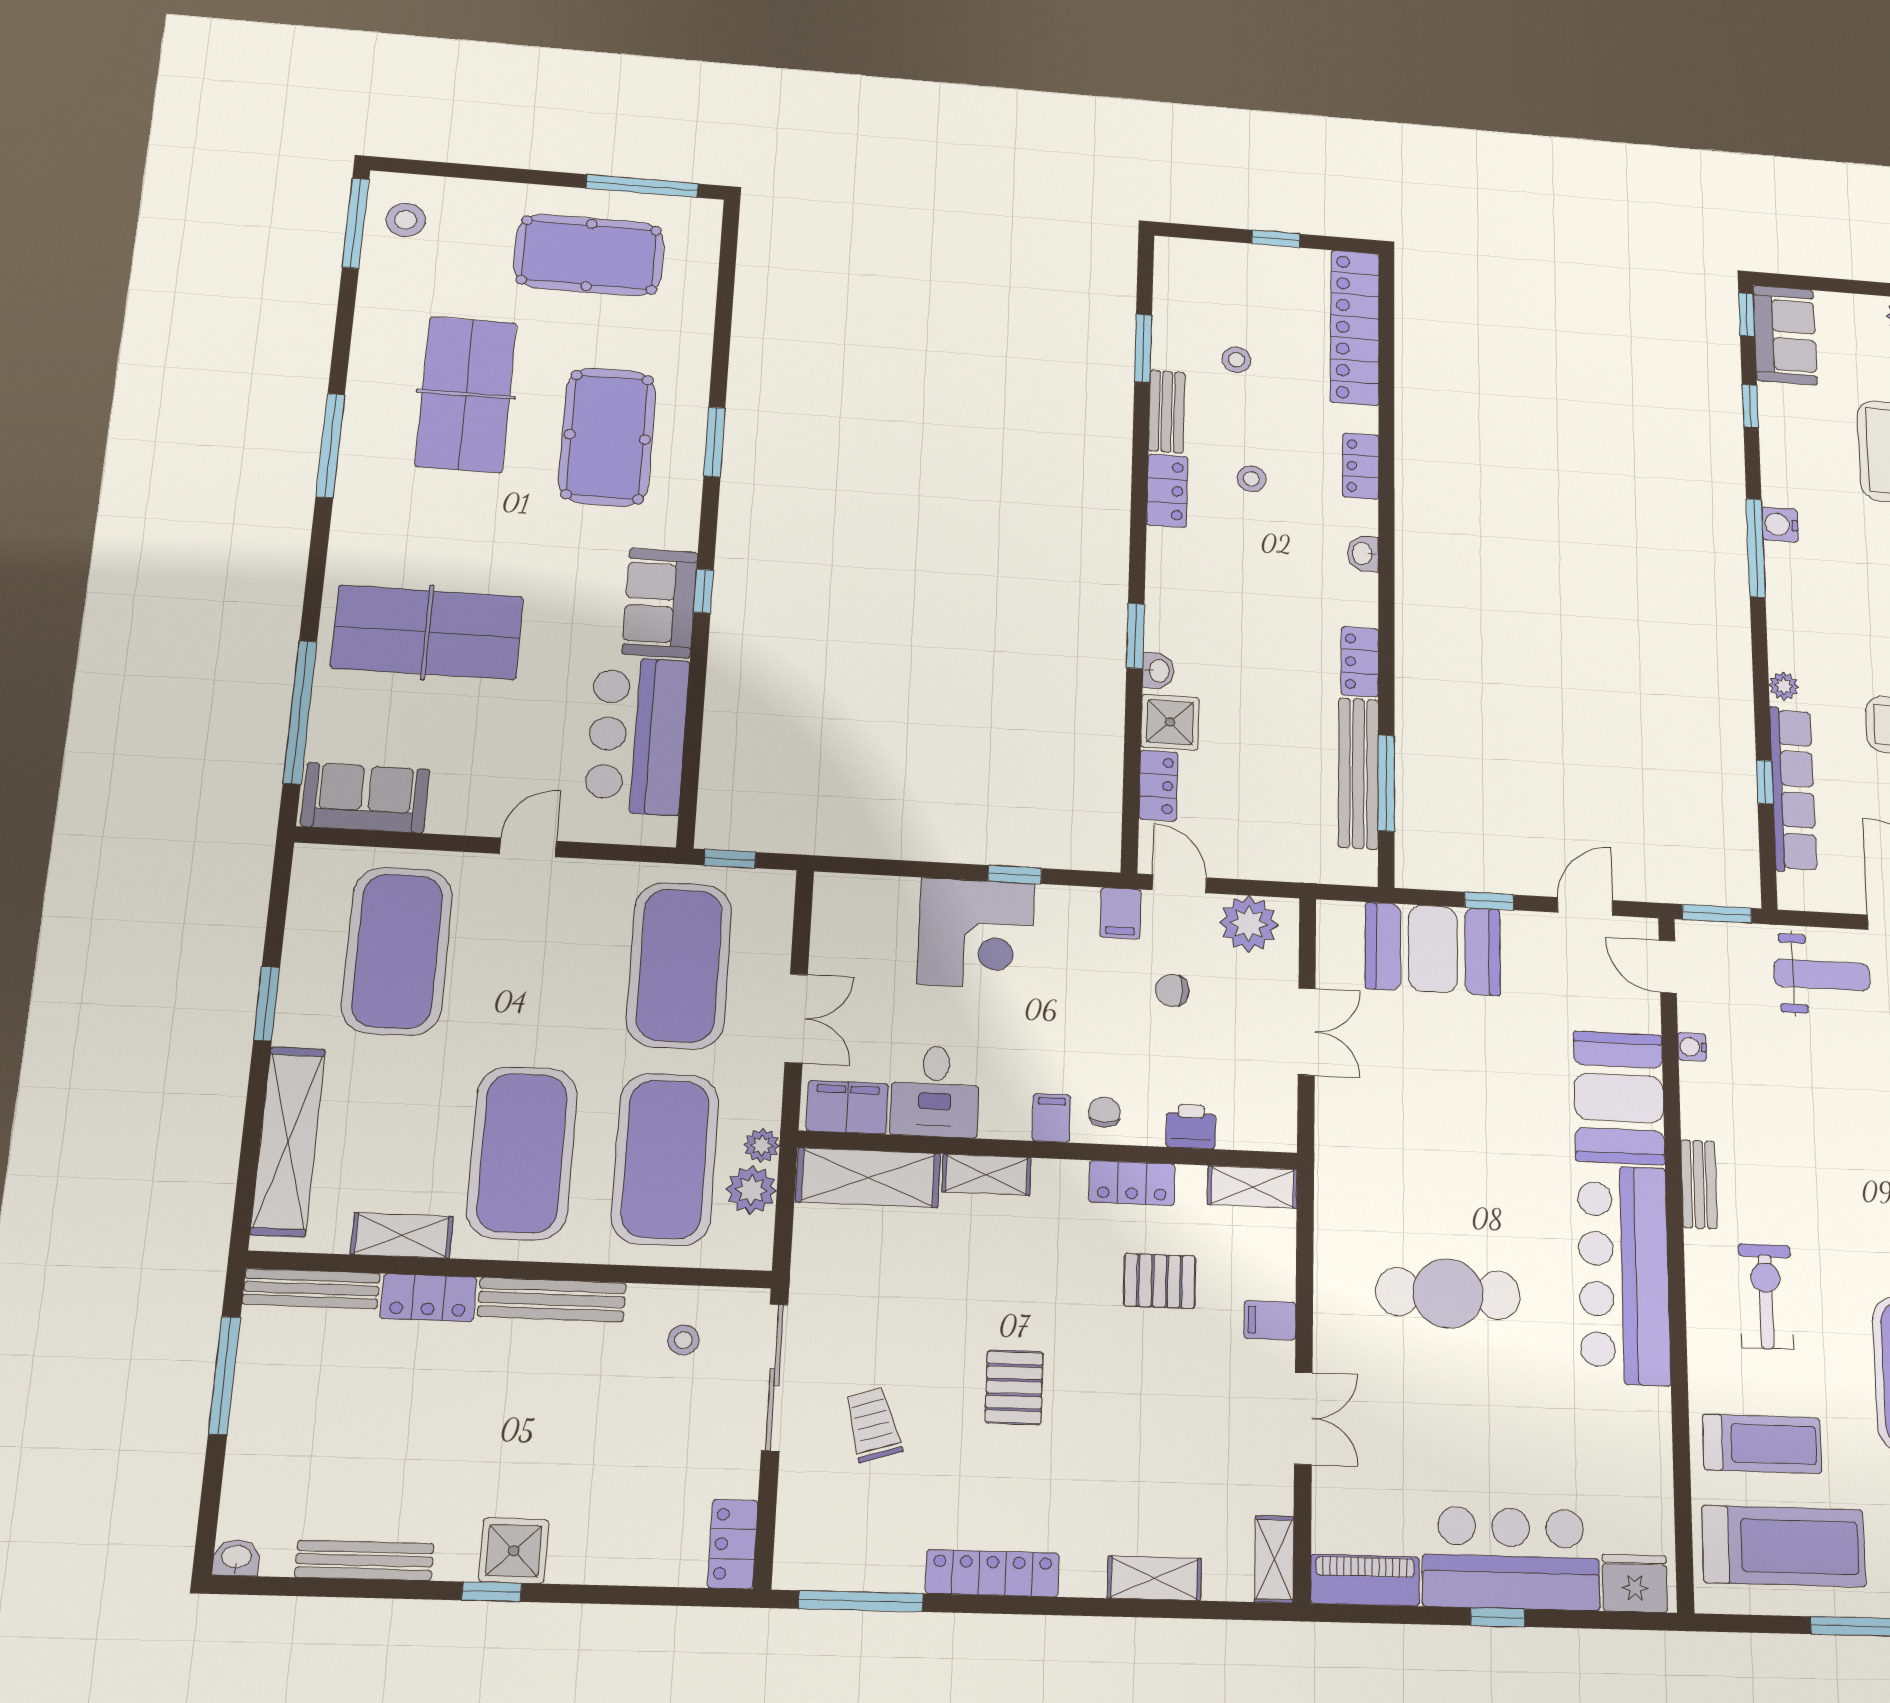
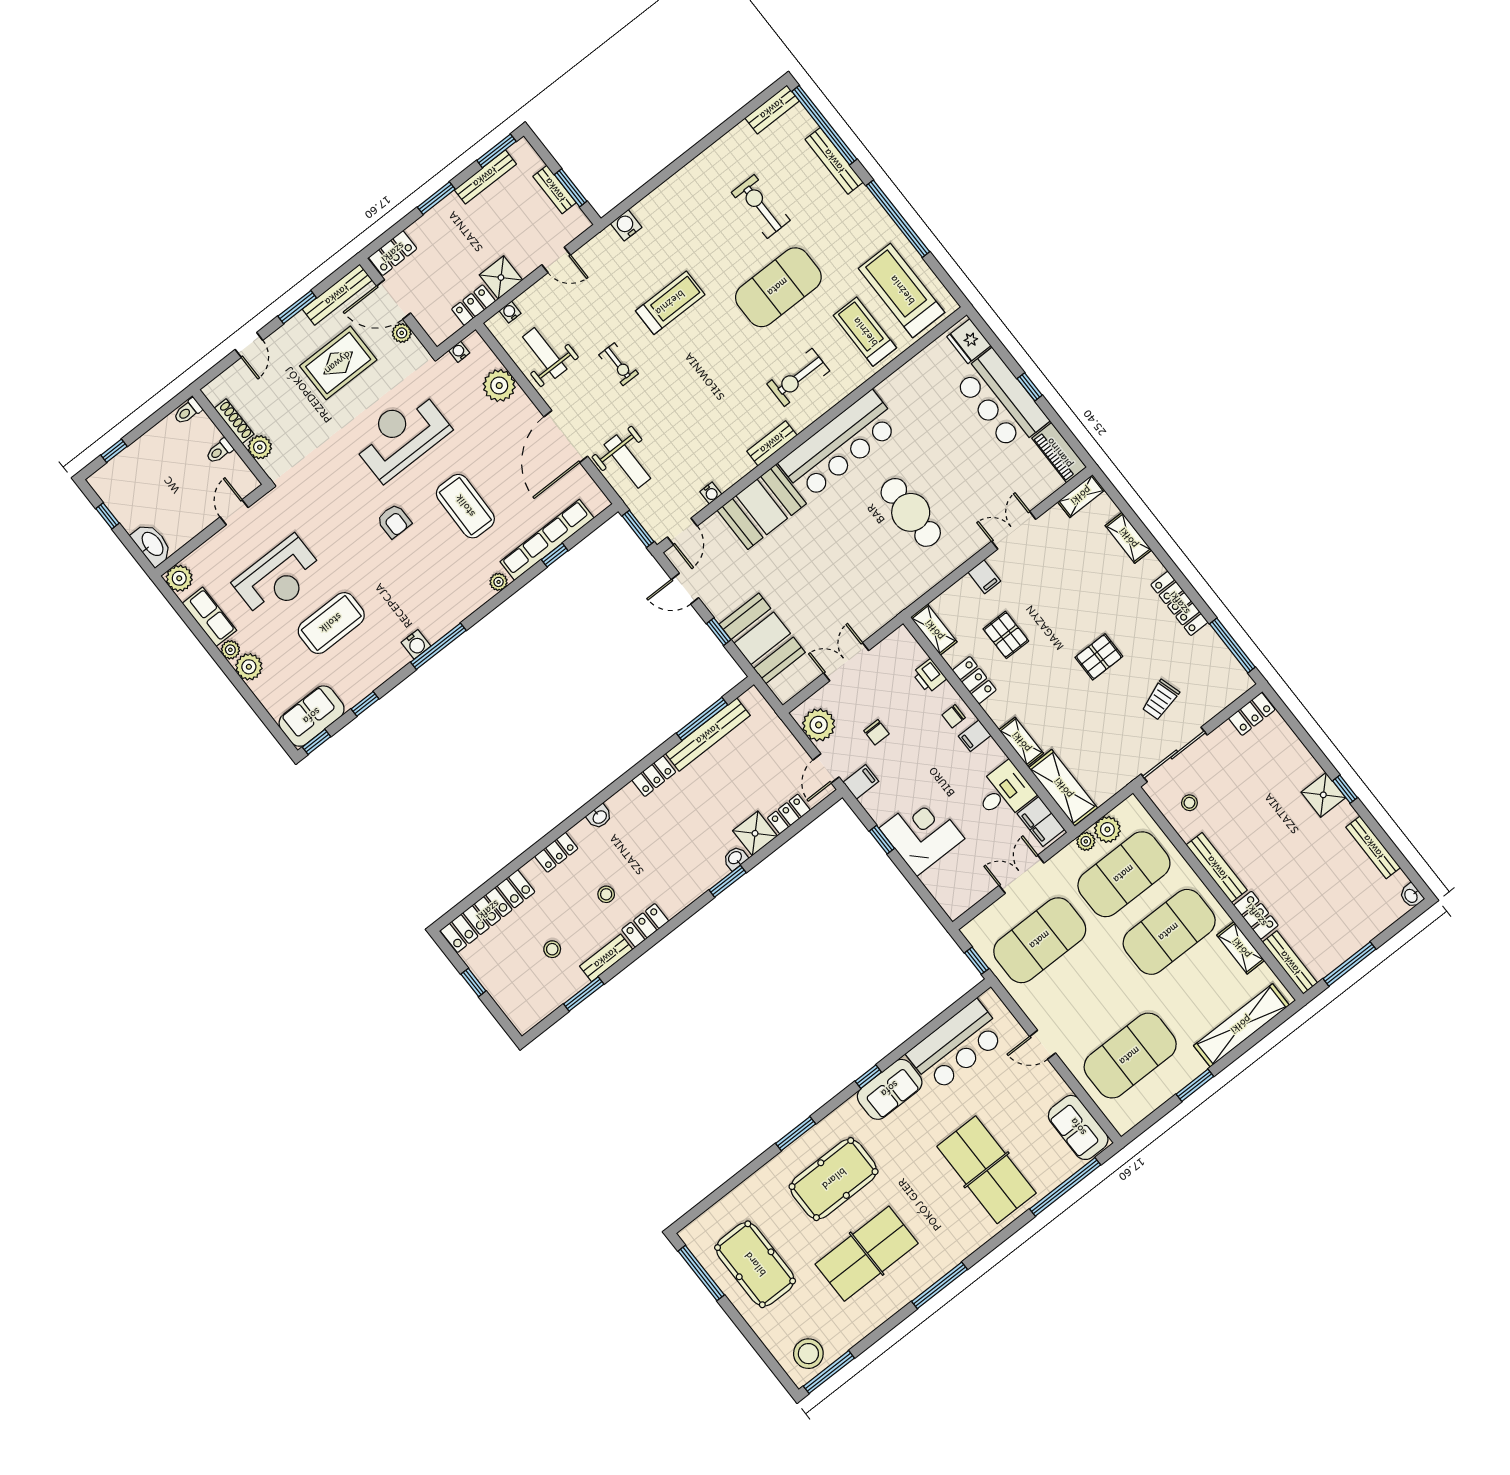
stool: (406, 220) -> (808, 1354), width x1.38, depth x1.38
weight bench: (1822, 975) -> (627, 462), turned 180

